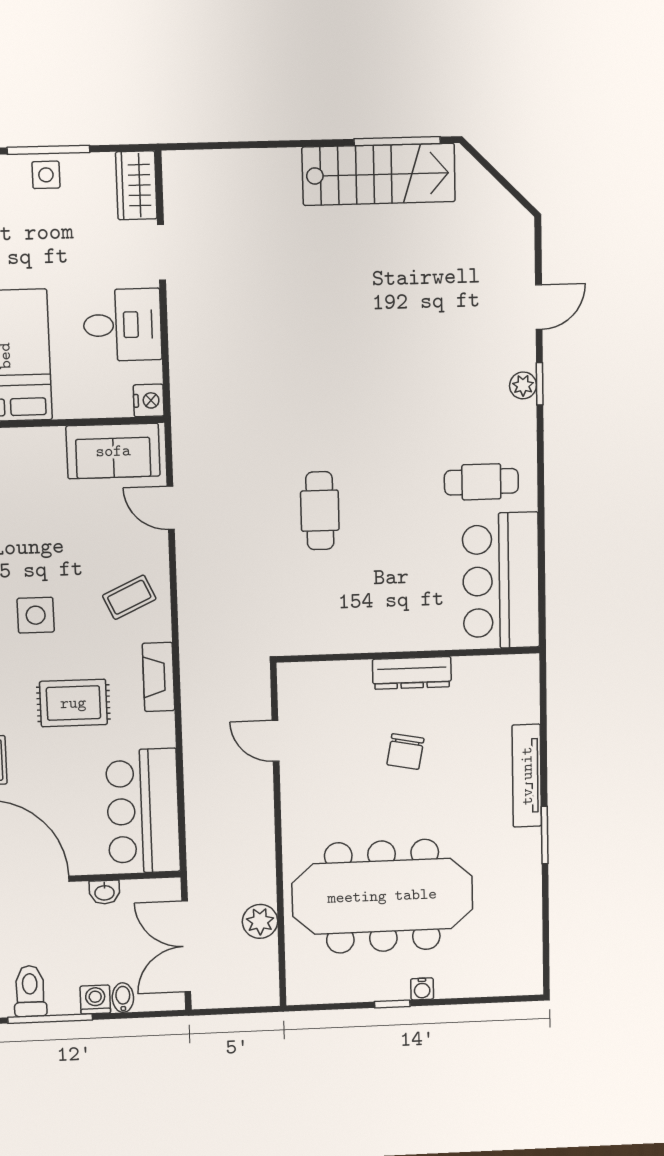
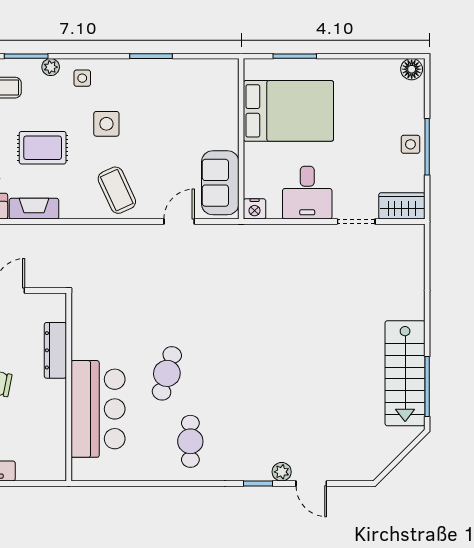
plant: (523, 385) -> (282, 472), moved
cafe table: (320, 511) -> (167, 373), moved, turned -74
bar counter: (501, 581) -> (98, 409), moved, turned 90
coffee table: (129, 597) -> (117, 190), width x1.36, depth x1.30
dresser: (412, 673) -> (55, 350), moved
fireplace: (159, 677) -> (34, 209), moved
rug: (73, 703) -> (43, 148), turned 90

